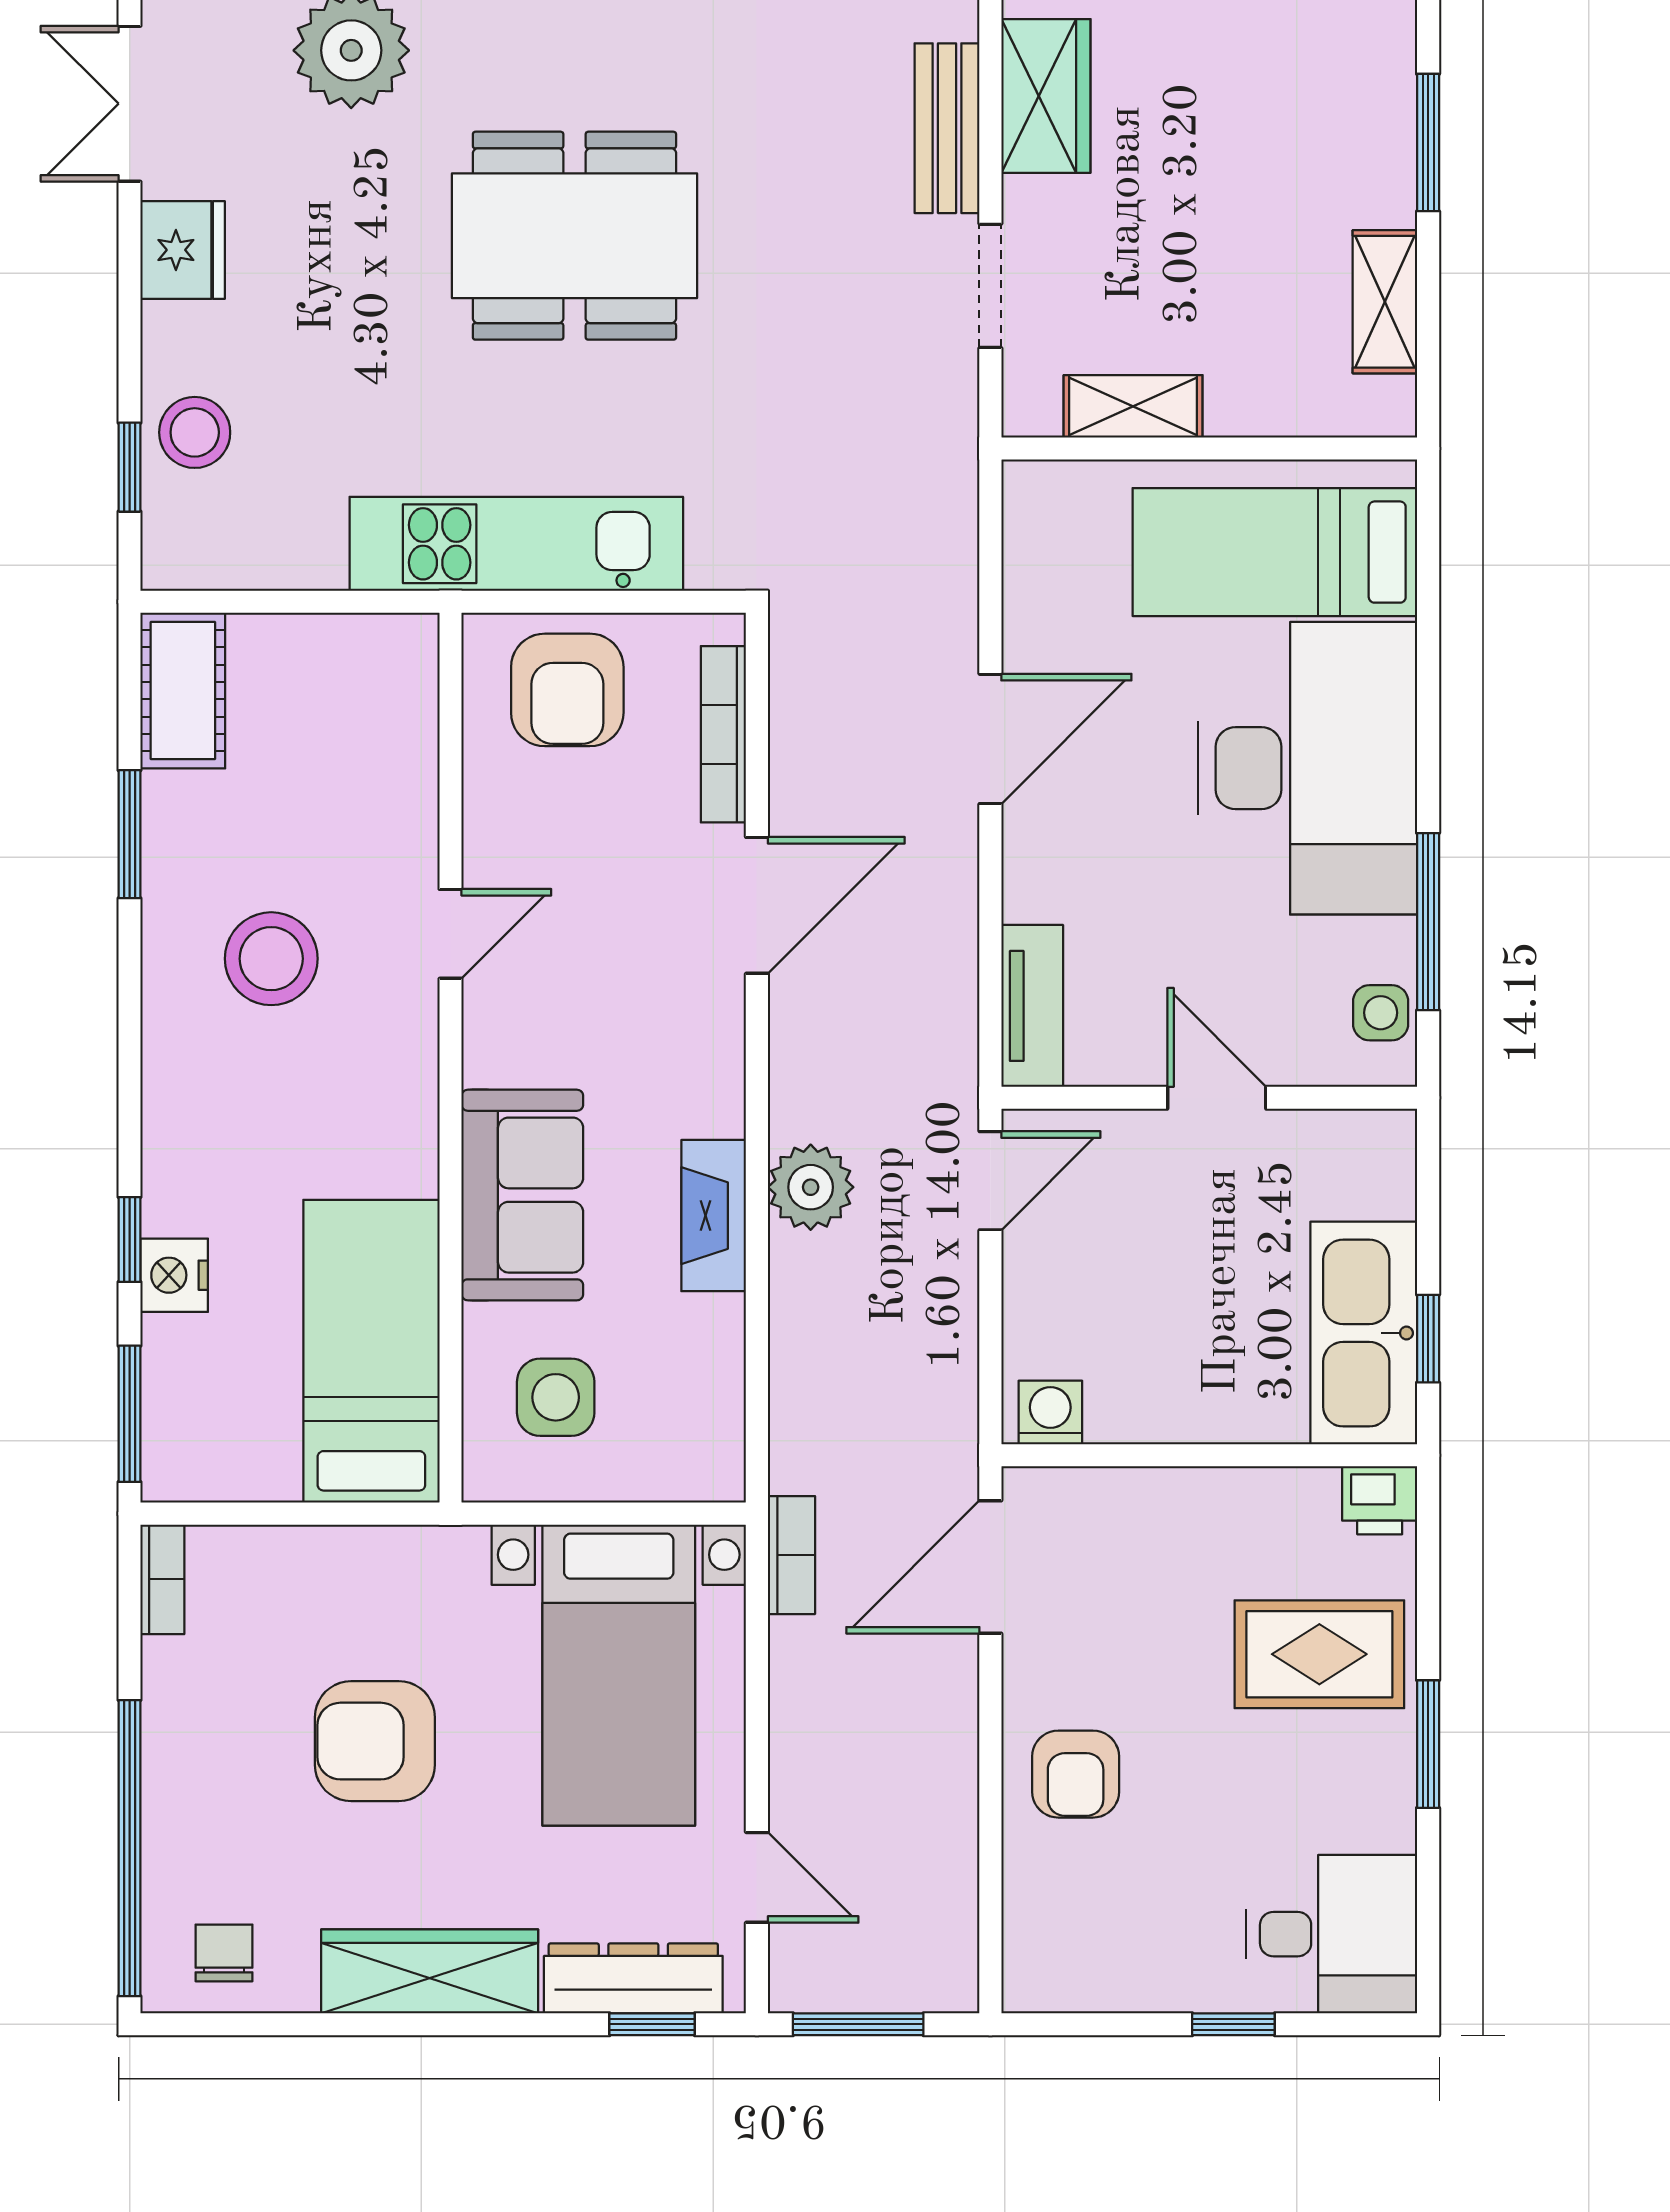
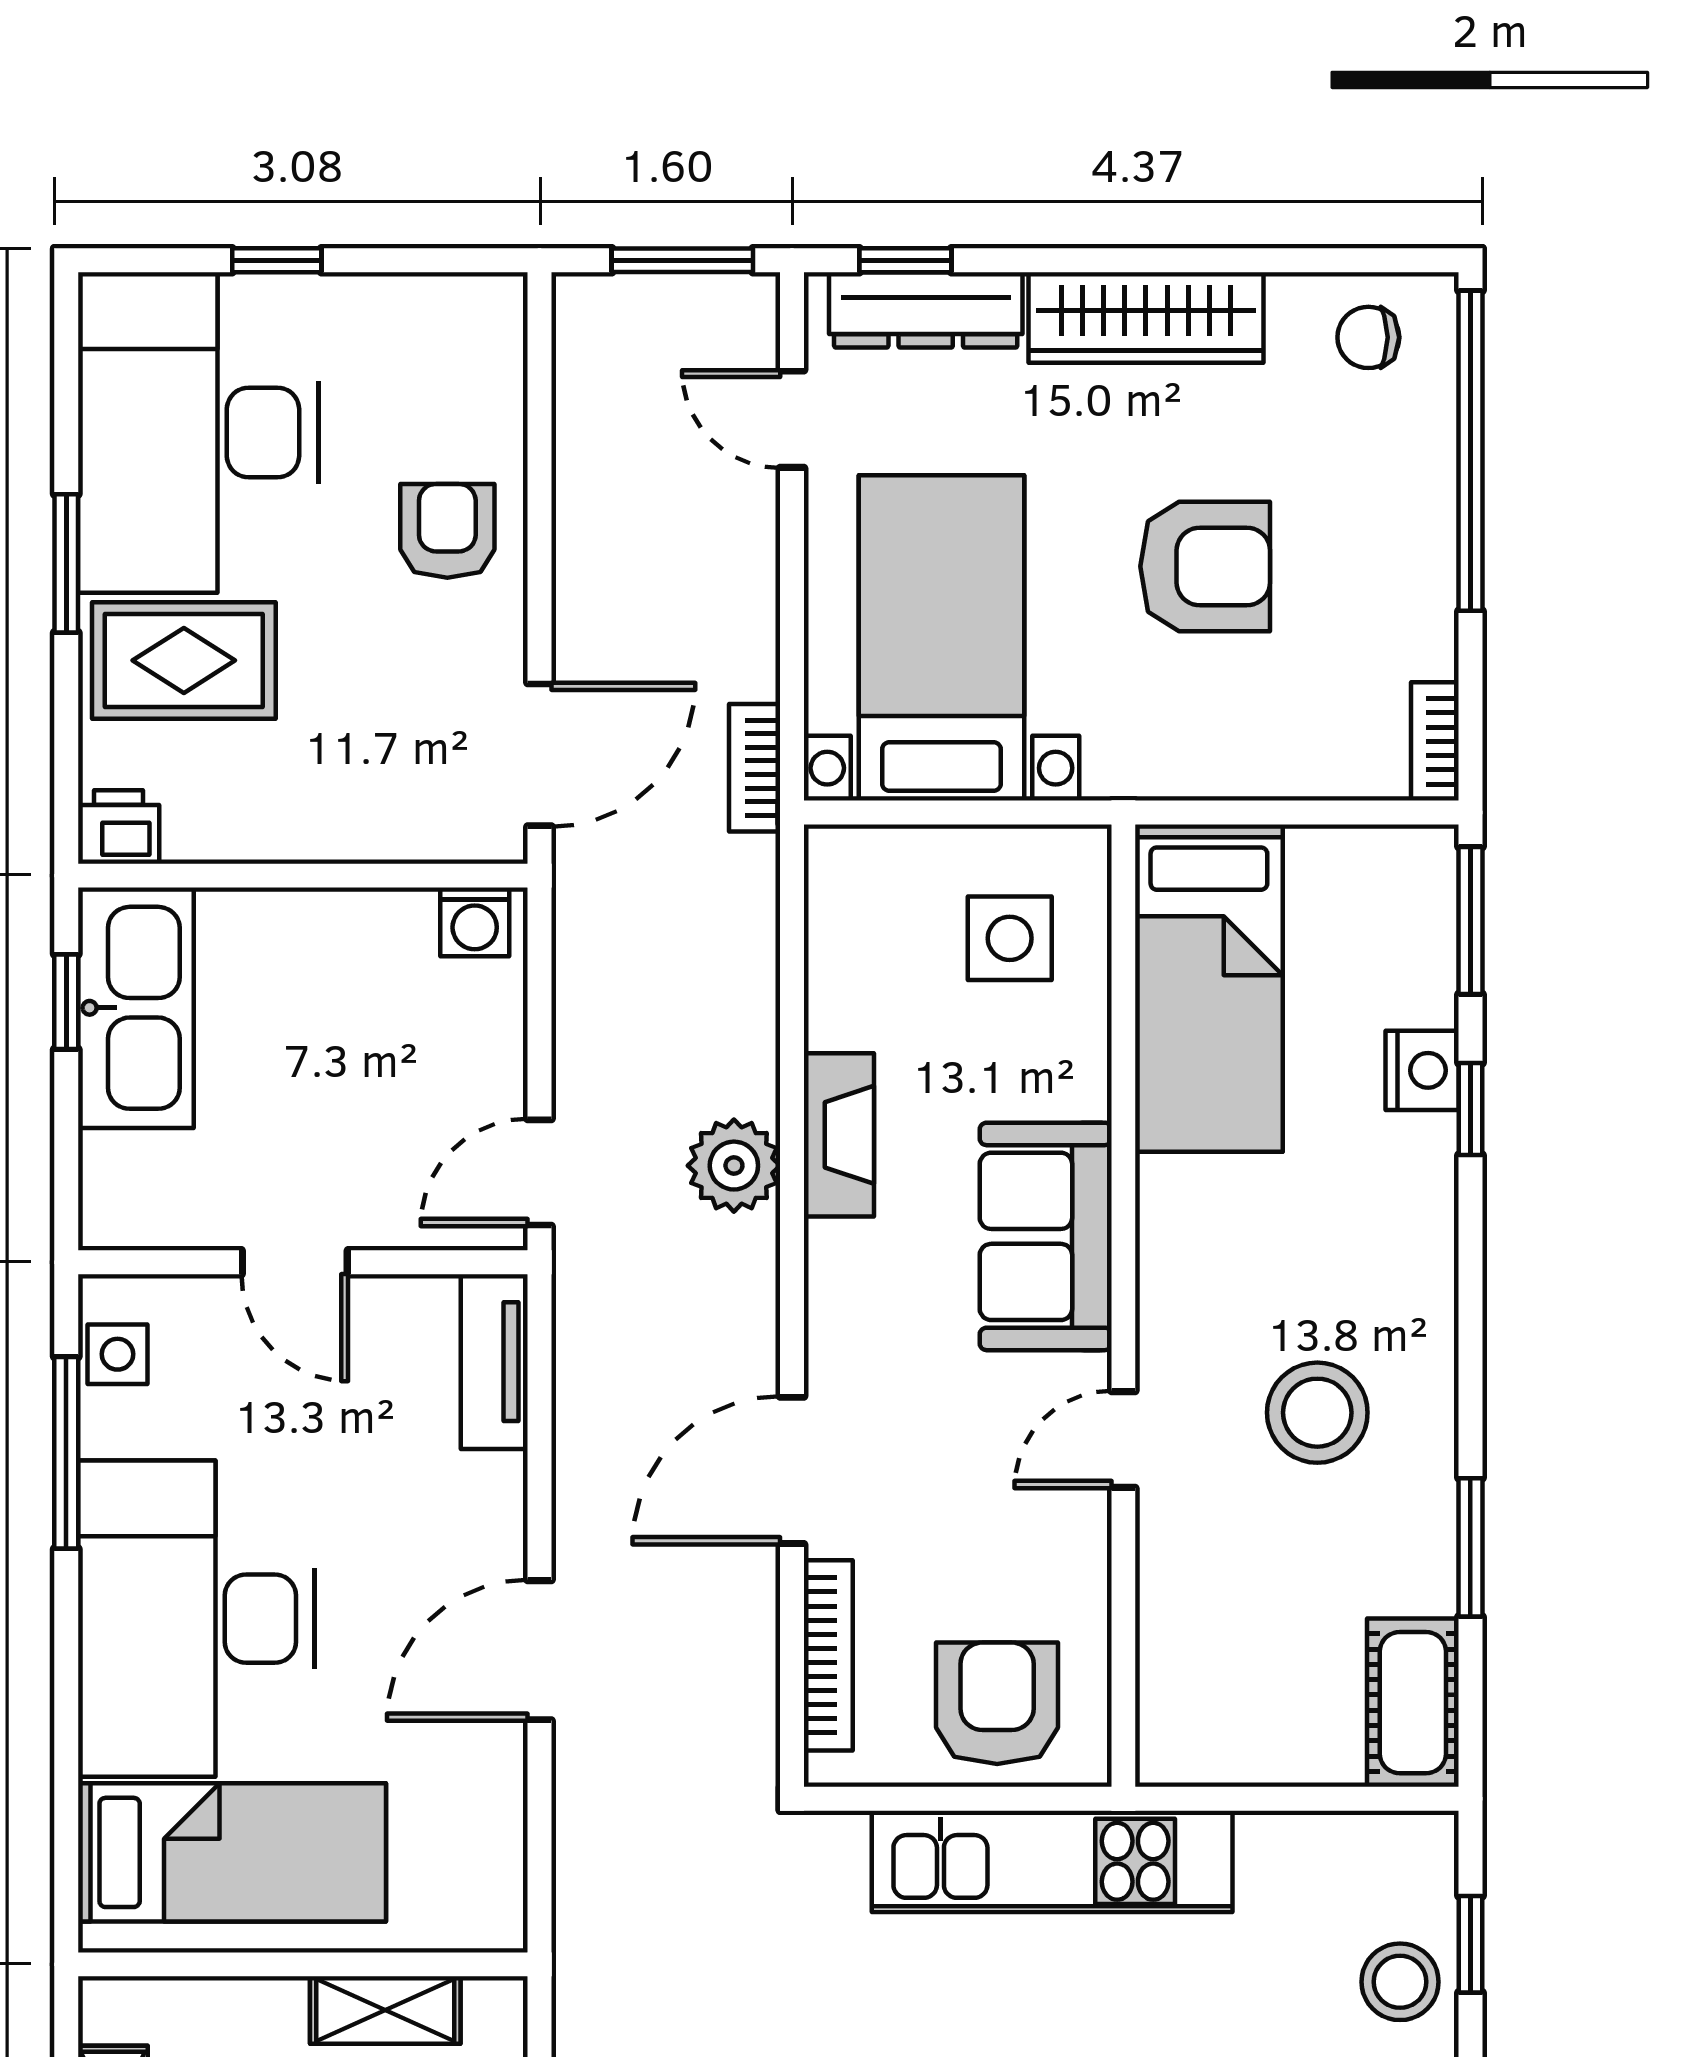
sofa: (522, 1195) -> (1046, 1236), moved
desk: (1332, 1934) -> (198, 433), width x1.87, depth x1.30
chair: (224, 1953) -> (1368, 337), turned 90

